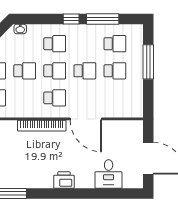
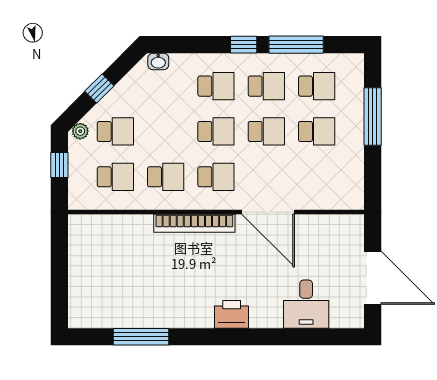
school desk: (85, 44) -> (266, 86), added
school desk: (25, 71) -> (166, 177), moved

